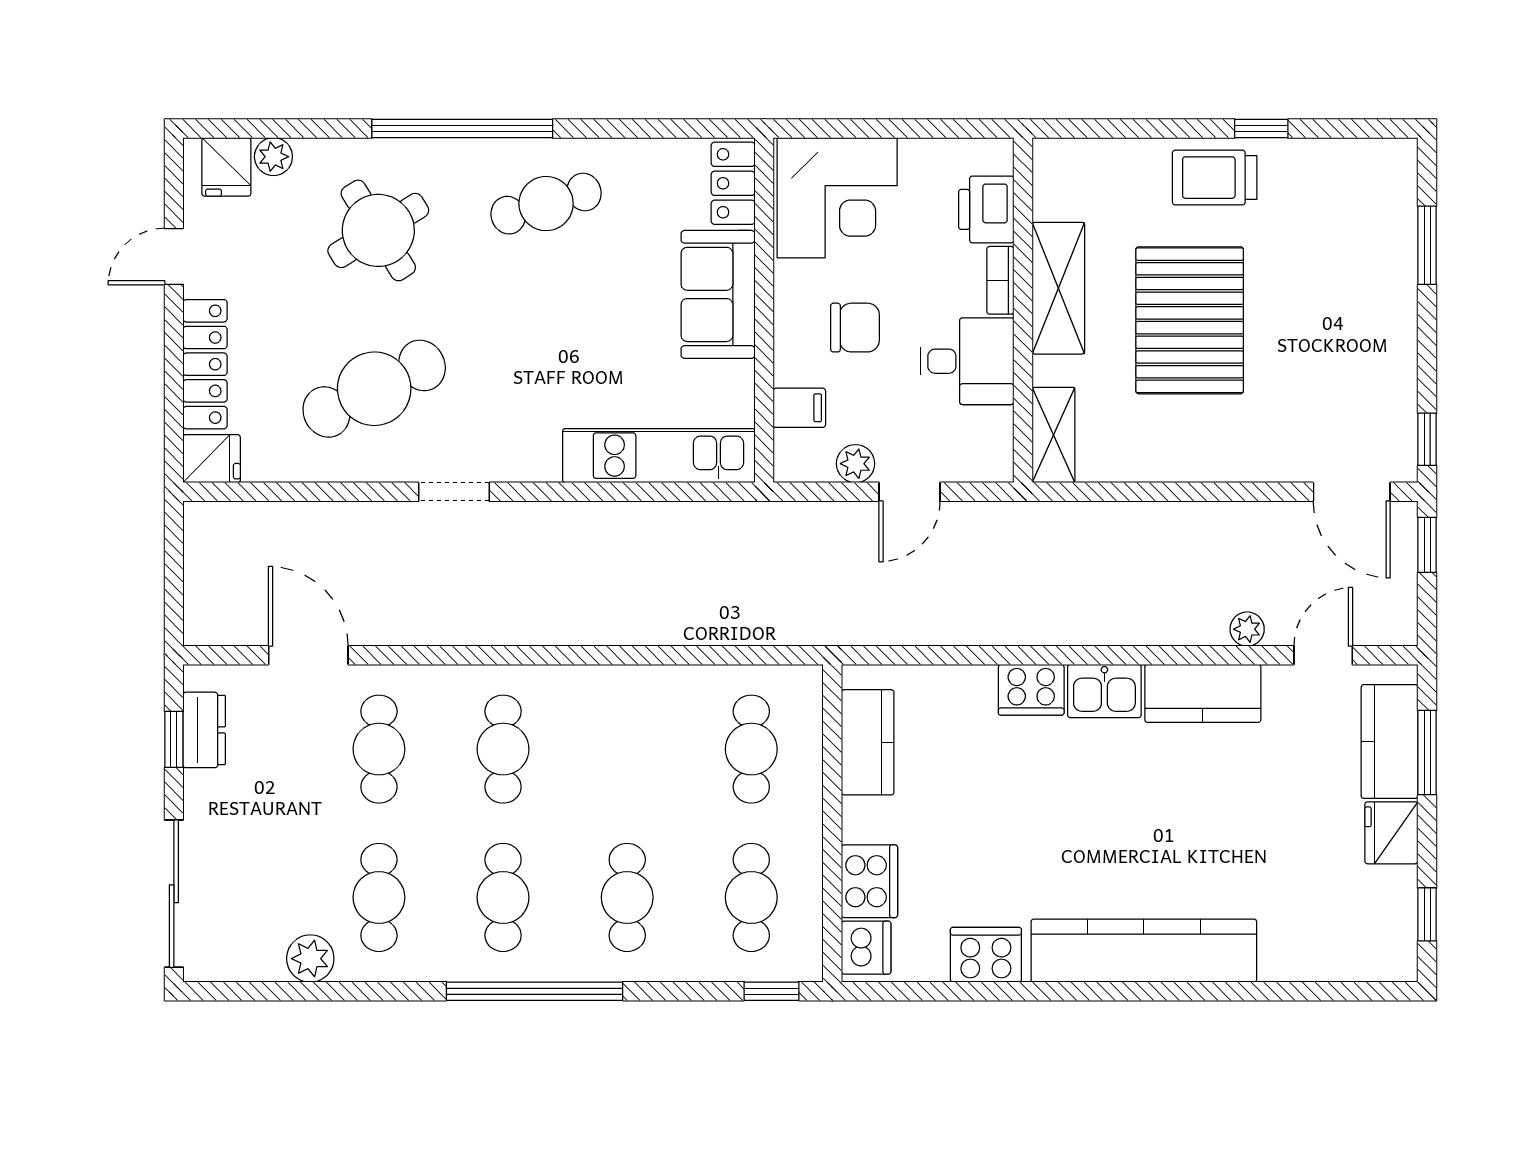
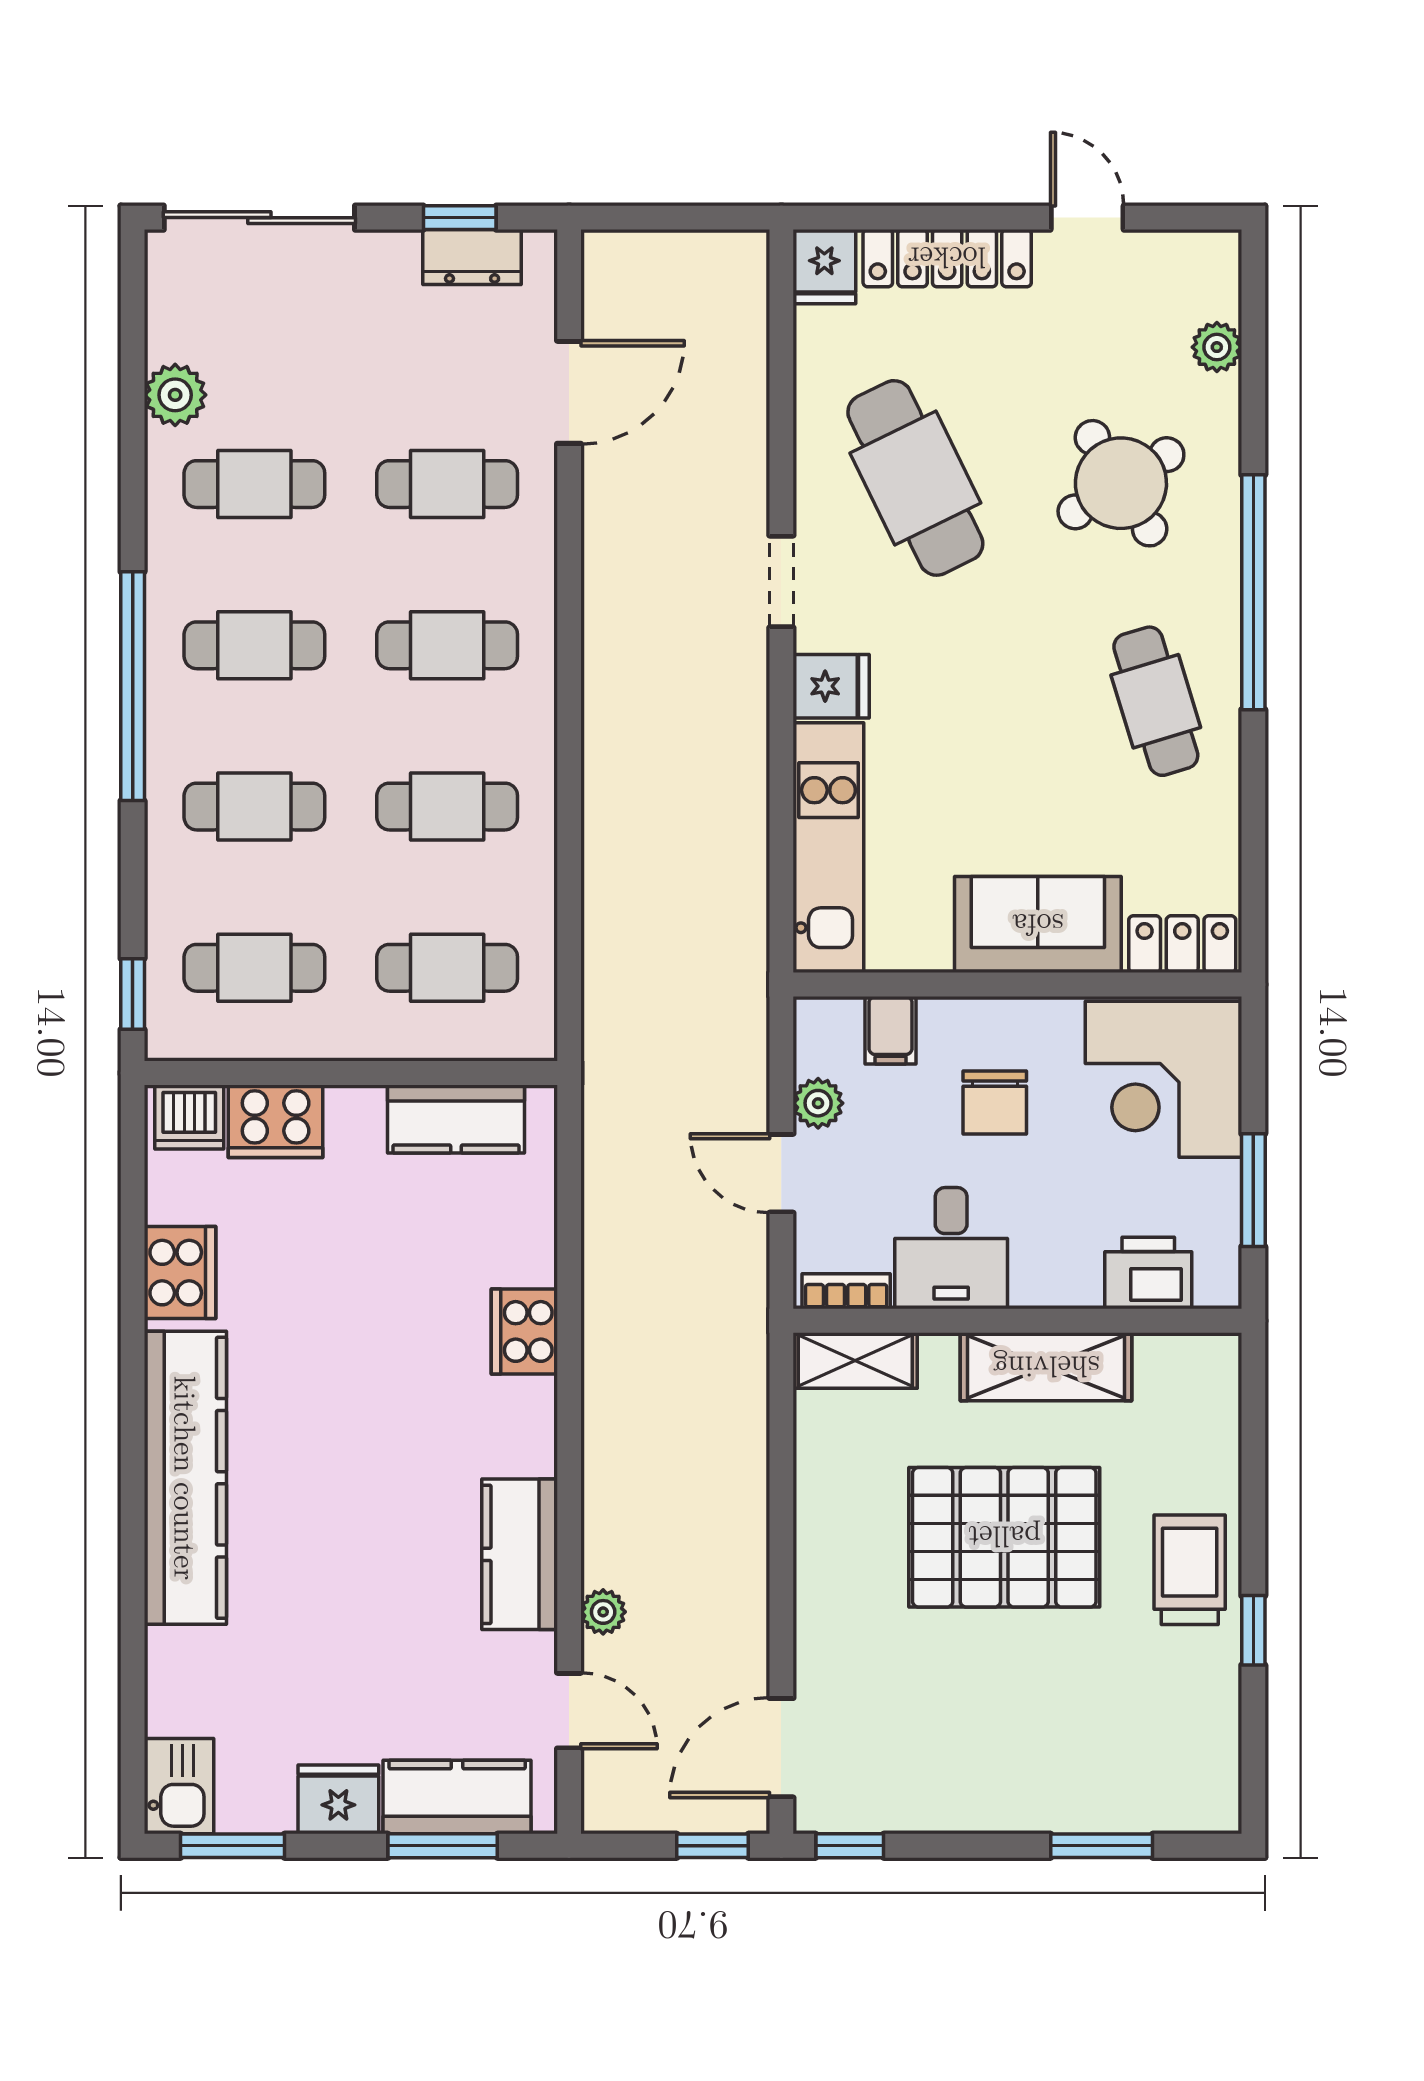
window: (922, 129) -> (1253, 1190), added
fridge: (226, 167) -> (831, 686), moved, turned 180
bookcase: (1000, 280) -> (846, 1291), moved
kitchen sink: (1104, 691) -> (179, 1786), moved, turned 180
cafe table: (627, 749) -> (447, 807), added
window: (1427, 914) -> (233, 1846), width x1.50

